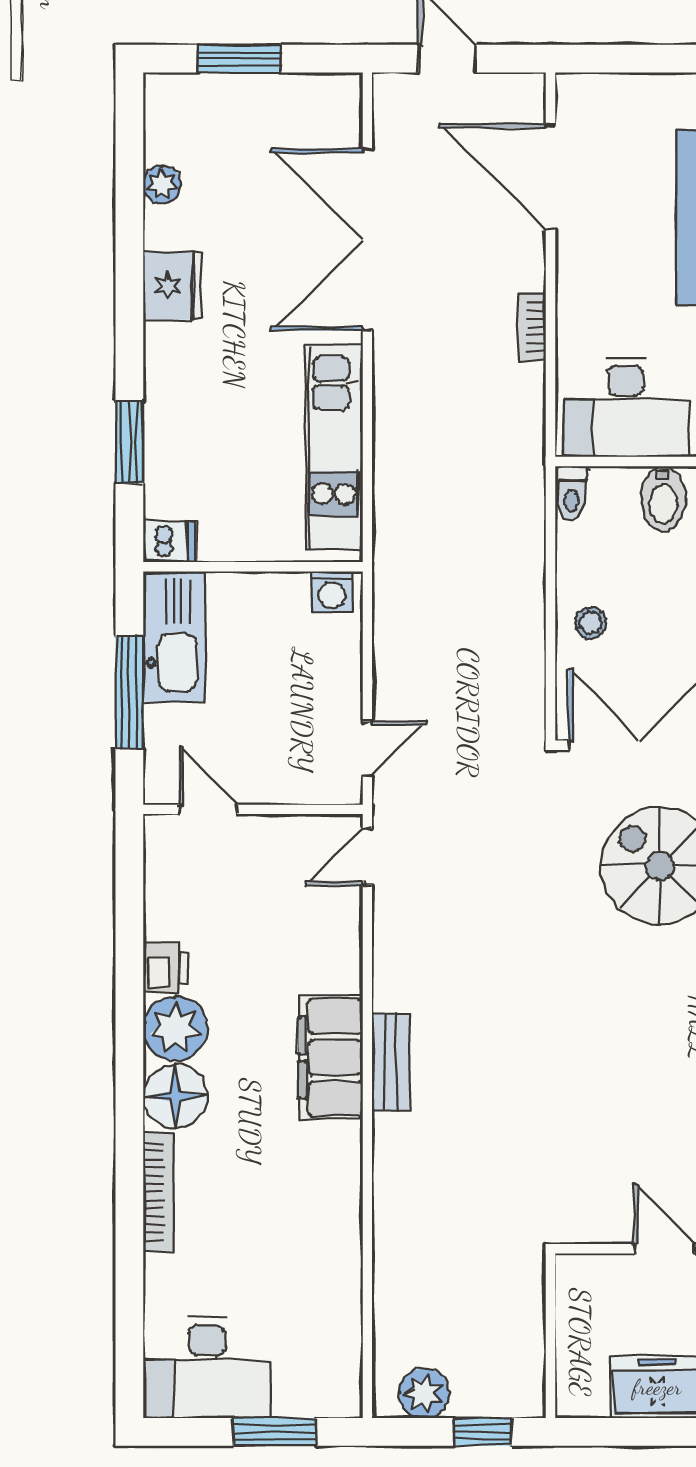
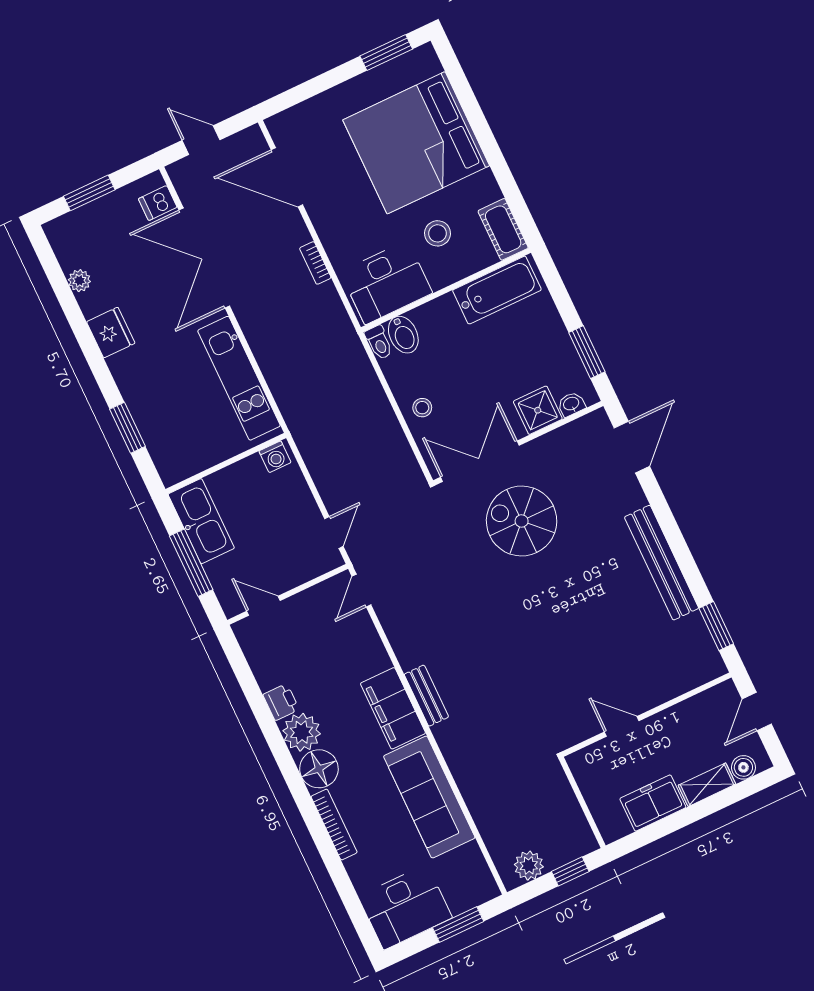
bidet: (663, 499) -> (403, 335), moved
dishwasher: (170, 542) -> (158, 203), moved, turned 180
sofa: (322, 1218) -> (429, 797), added

